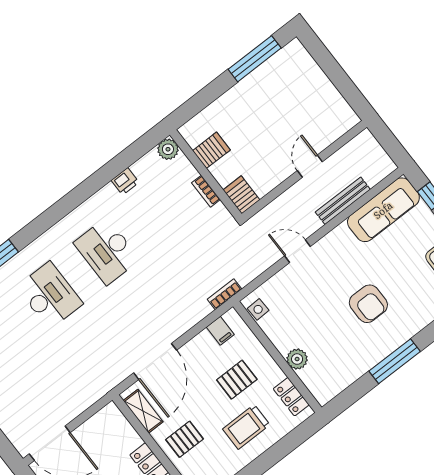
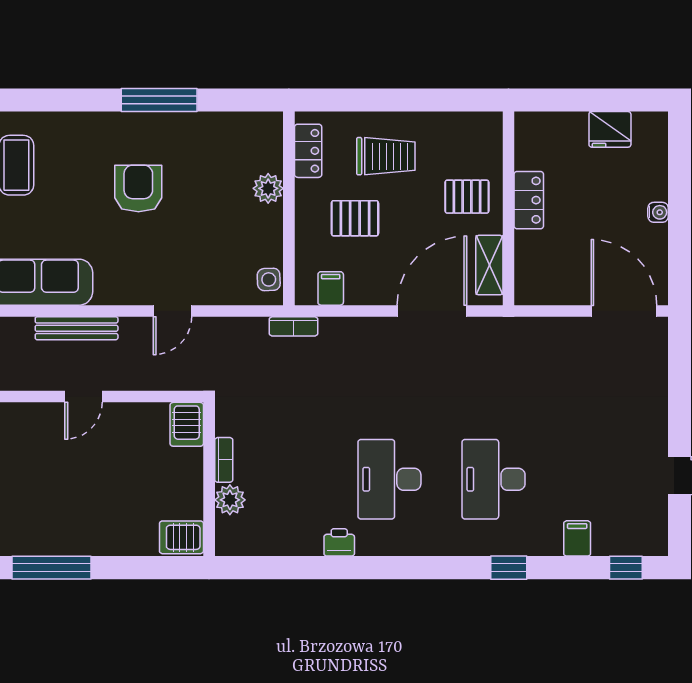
plant: (168, 149) -> (230, 500), moved
server rack: (211, 150) -> (181, 537), moved
printer: (125, 181) -> (339, 542), moved
desk: (107, 251) -> (389, 479), turned 180
door: (297, 251) -> (172, 311), hinge flipped

